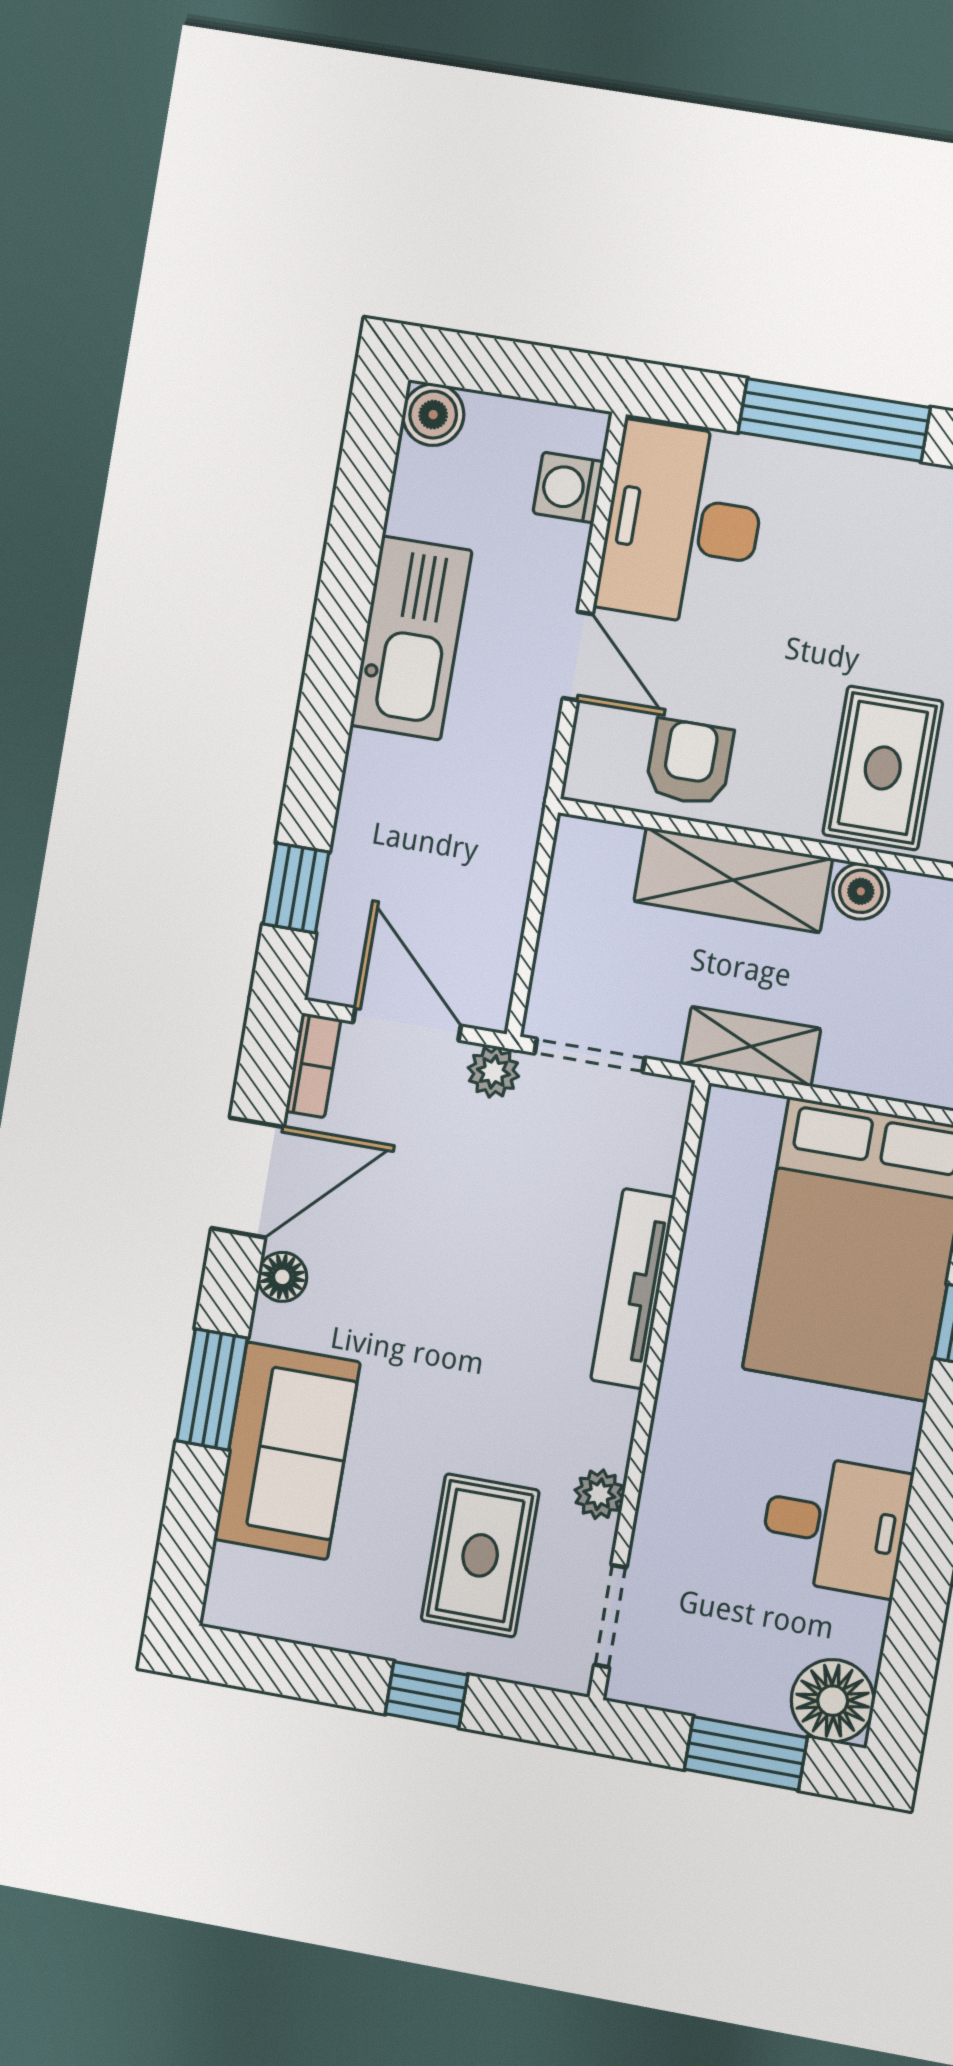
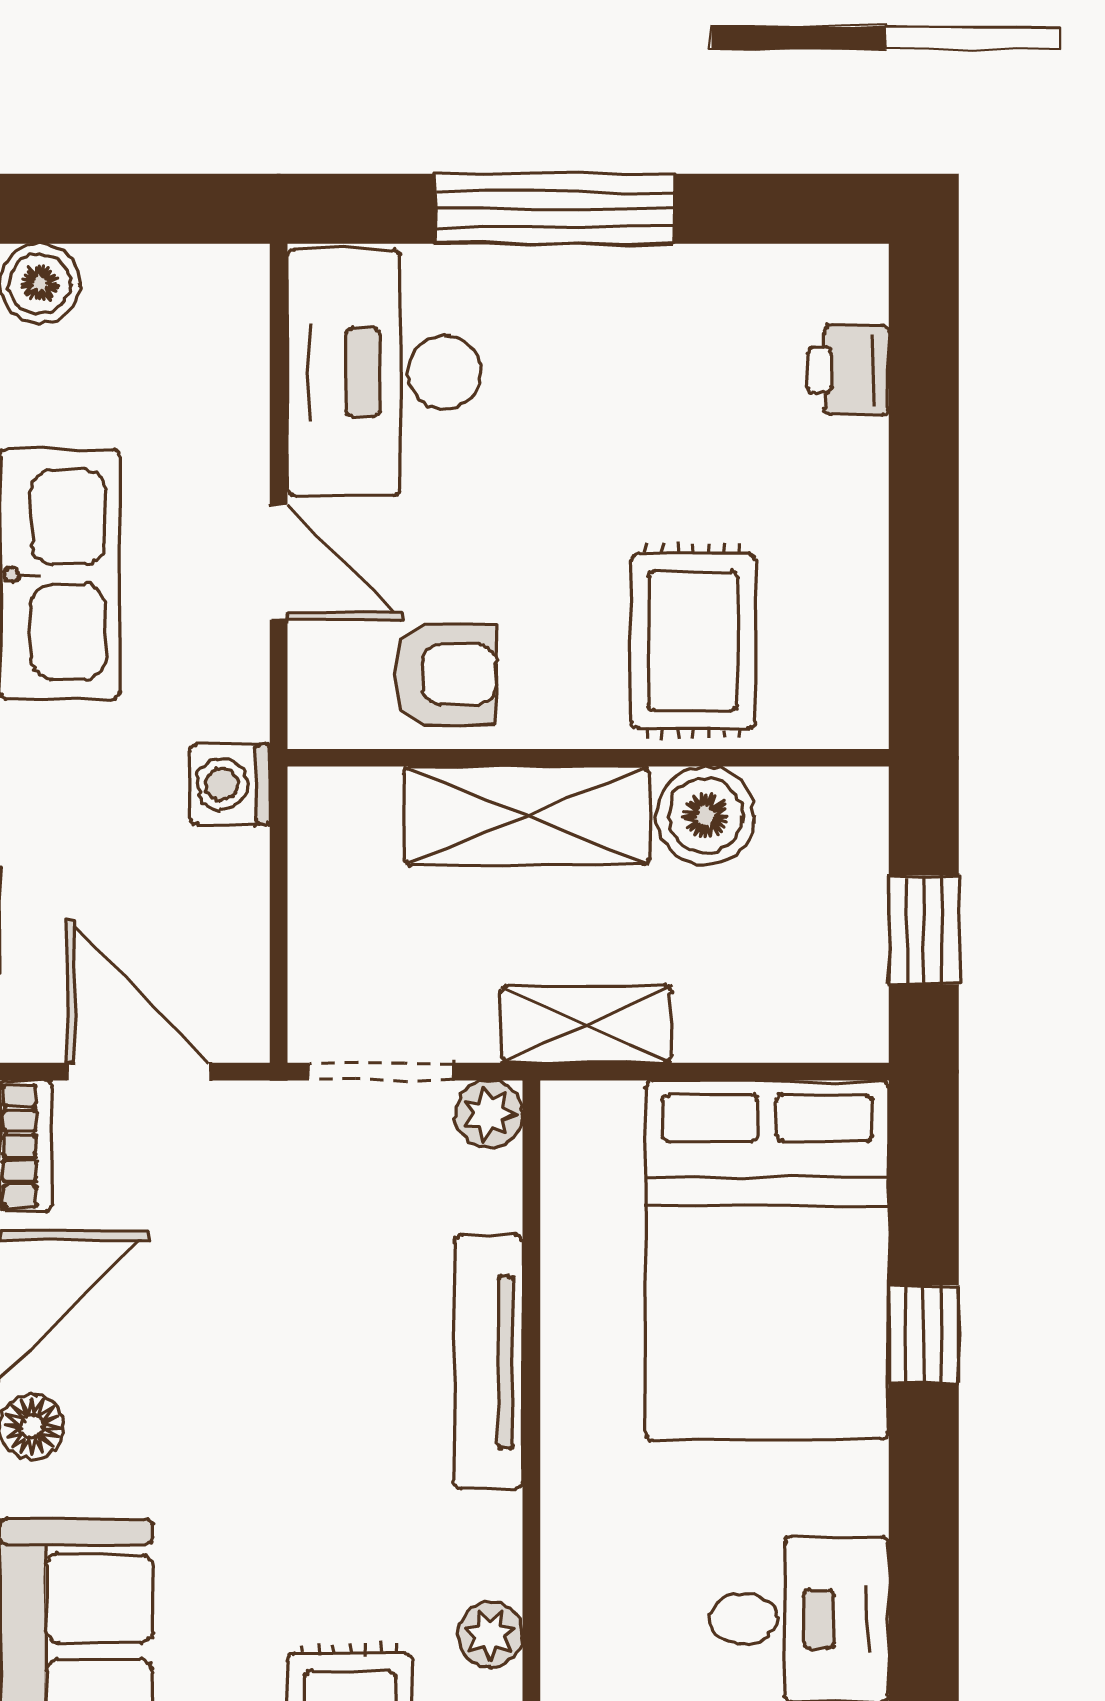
washing machine: (568, 487) -> (230, 784), moved
armchair: (689, 762) -> (445, 675), turned 90
boiler: (861, 891) -> (705, 816), width x1.36, depth x1.36
plant: (493, 1072) -> (489, 1114), moved

